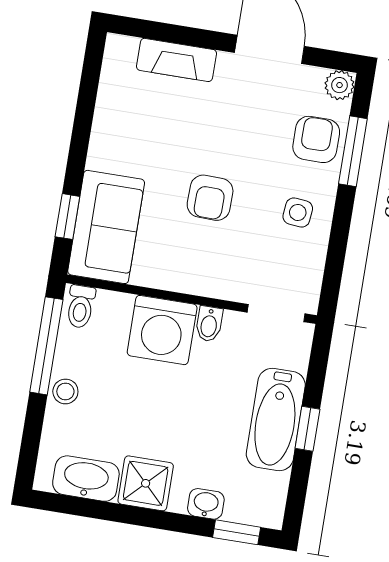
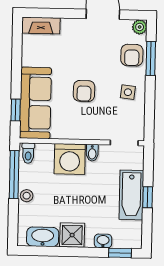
fireplace: (177, 60) -> (41, 26), moved
armchair: (316, 139) -> (132, 55), turned 180
sofa: (106, 227) -> (35, 103), width x1.36

